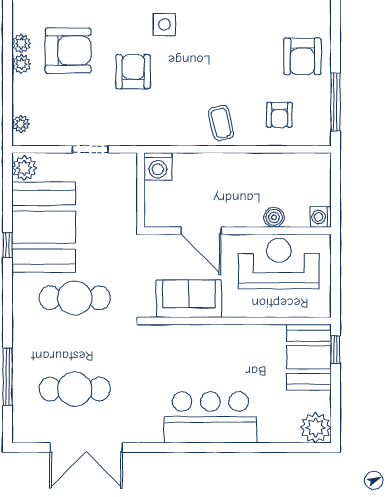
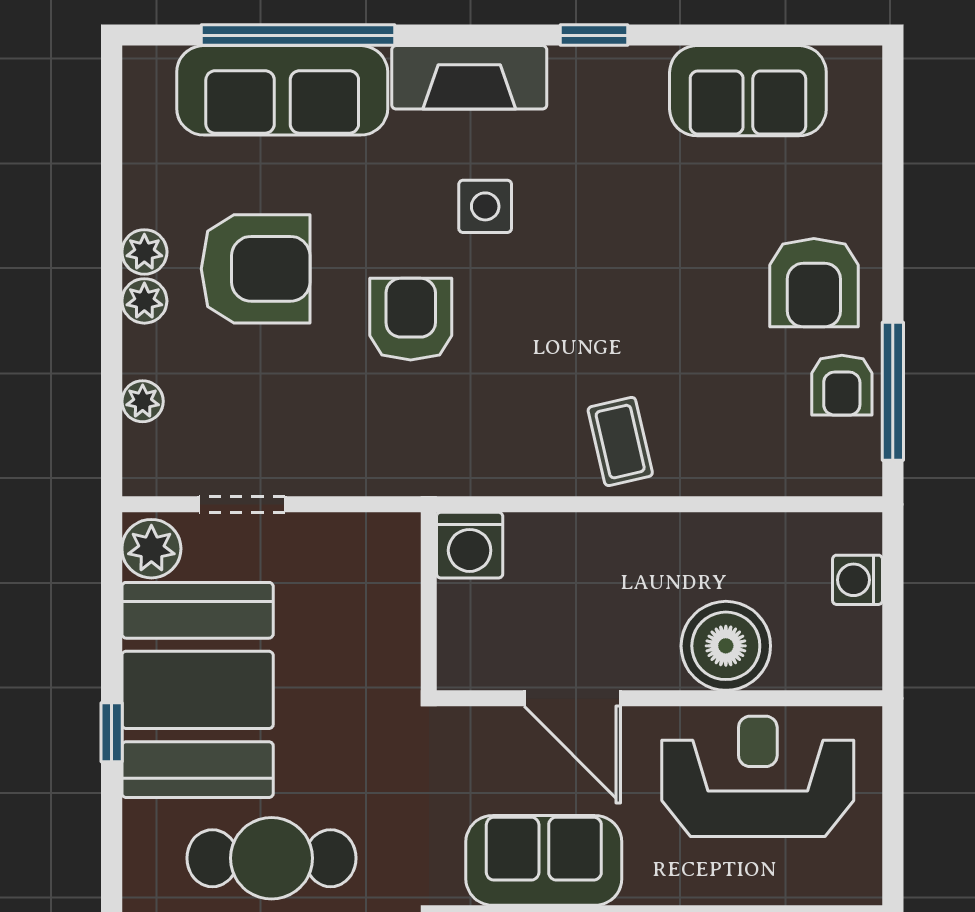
armchair: (279, 115) -> (842, 385), moved
plant: (21, 124) -> (143, 401), moved
doorway: (90, 149) -> (242, 504), moved
boiler: (274, 217) -> (726, 646), width x1.86, depth x1.86
washing machine: (321, 217) -> (857, 580), moved

